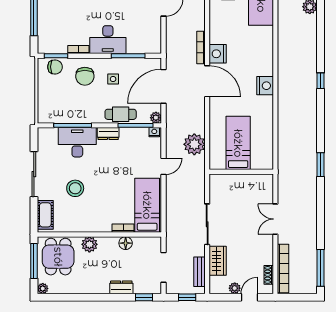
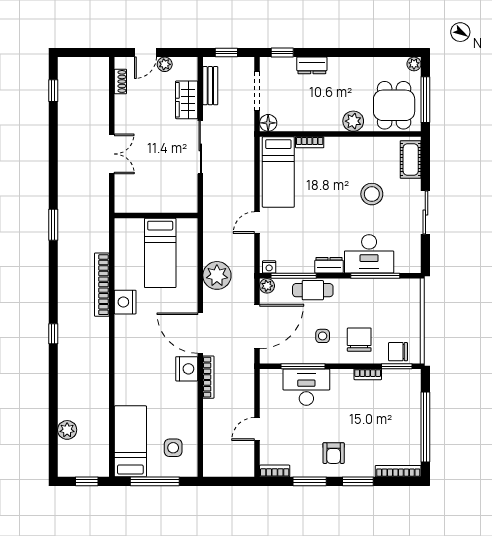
desk: (108, 40) -> (306, 387), moved
nightstand: (265, 86) -> (125, 302), moved
plant: (194, 144) -> (217, 275), moved
sliding door: (34, 174) -> (425, 212), width x0.73
floor lamp: (126, 243) -> (268, 123), moved
bookcase: (283, 268) -> (102, 285), moved
window: (320, 268) -> (53, 91), width x0.46

